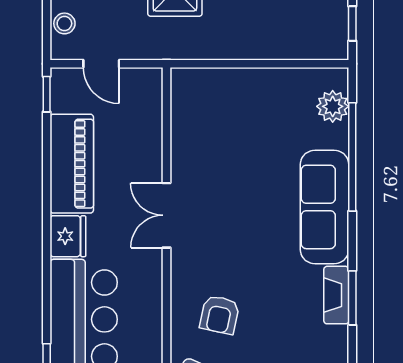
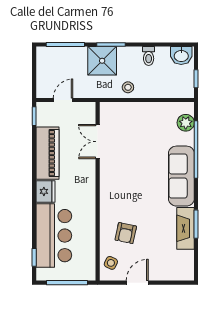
stool: (64, 23) -> (128, 87), moved
door: (101, 64) -> (63, 100), swing flipped
double door: (166, 215) -> (98, 142), moved
fireplace: (336, 295) -> (186, 228), width x1.37, depth x1.32

